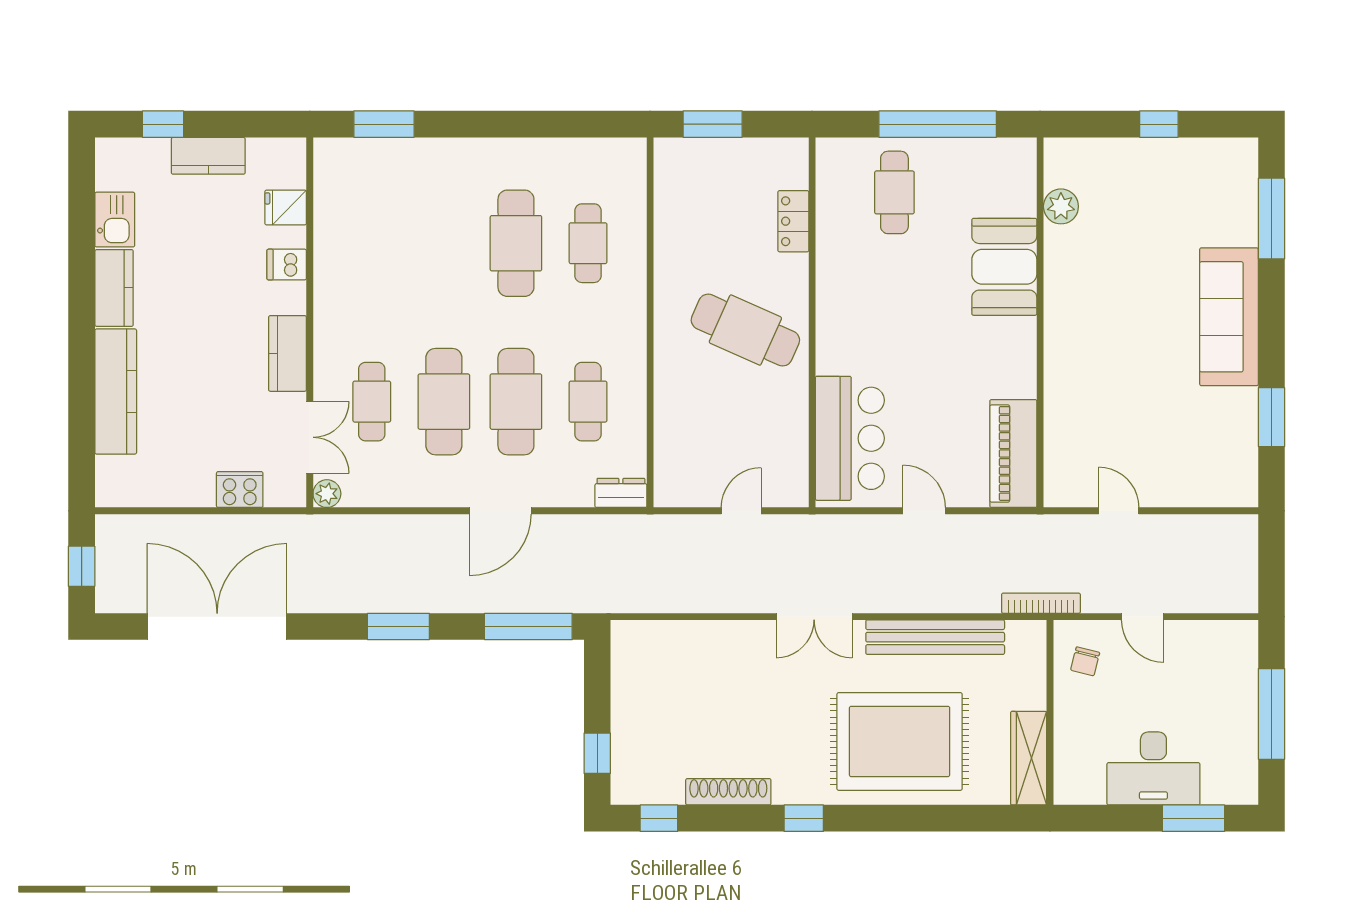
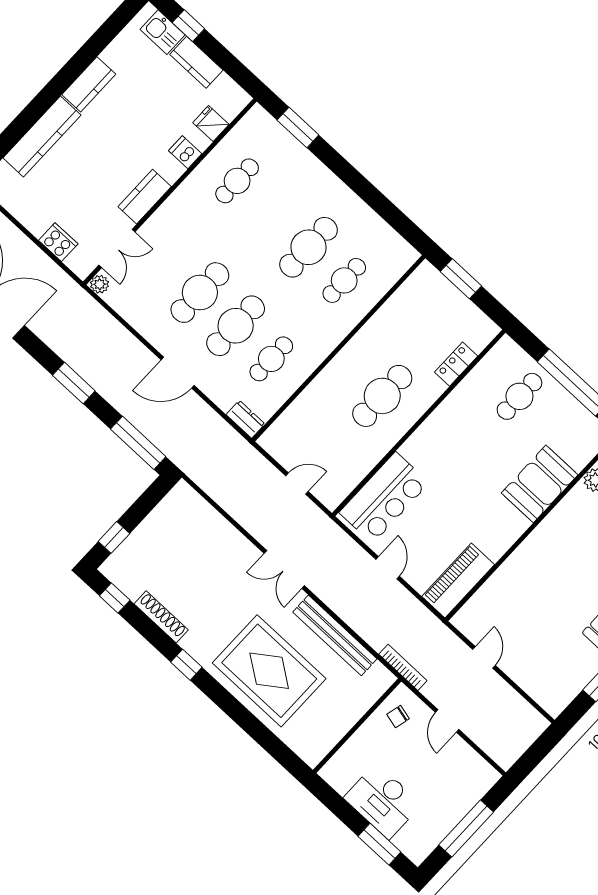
kitchen sink: (115, 220) -> (162, 32), moved, turned 90
cafe table: (745, 330) -> (382, 396), turned 66
cafe table: (372, 402) -> (237, 181), moved
wardrobe: (1029, 758) -> (325, 738), removed

